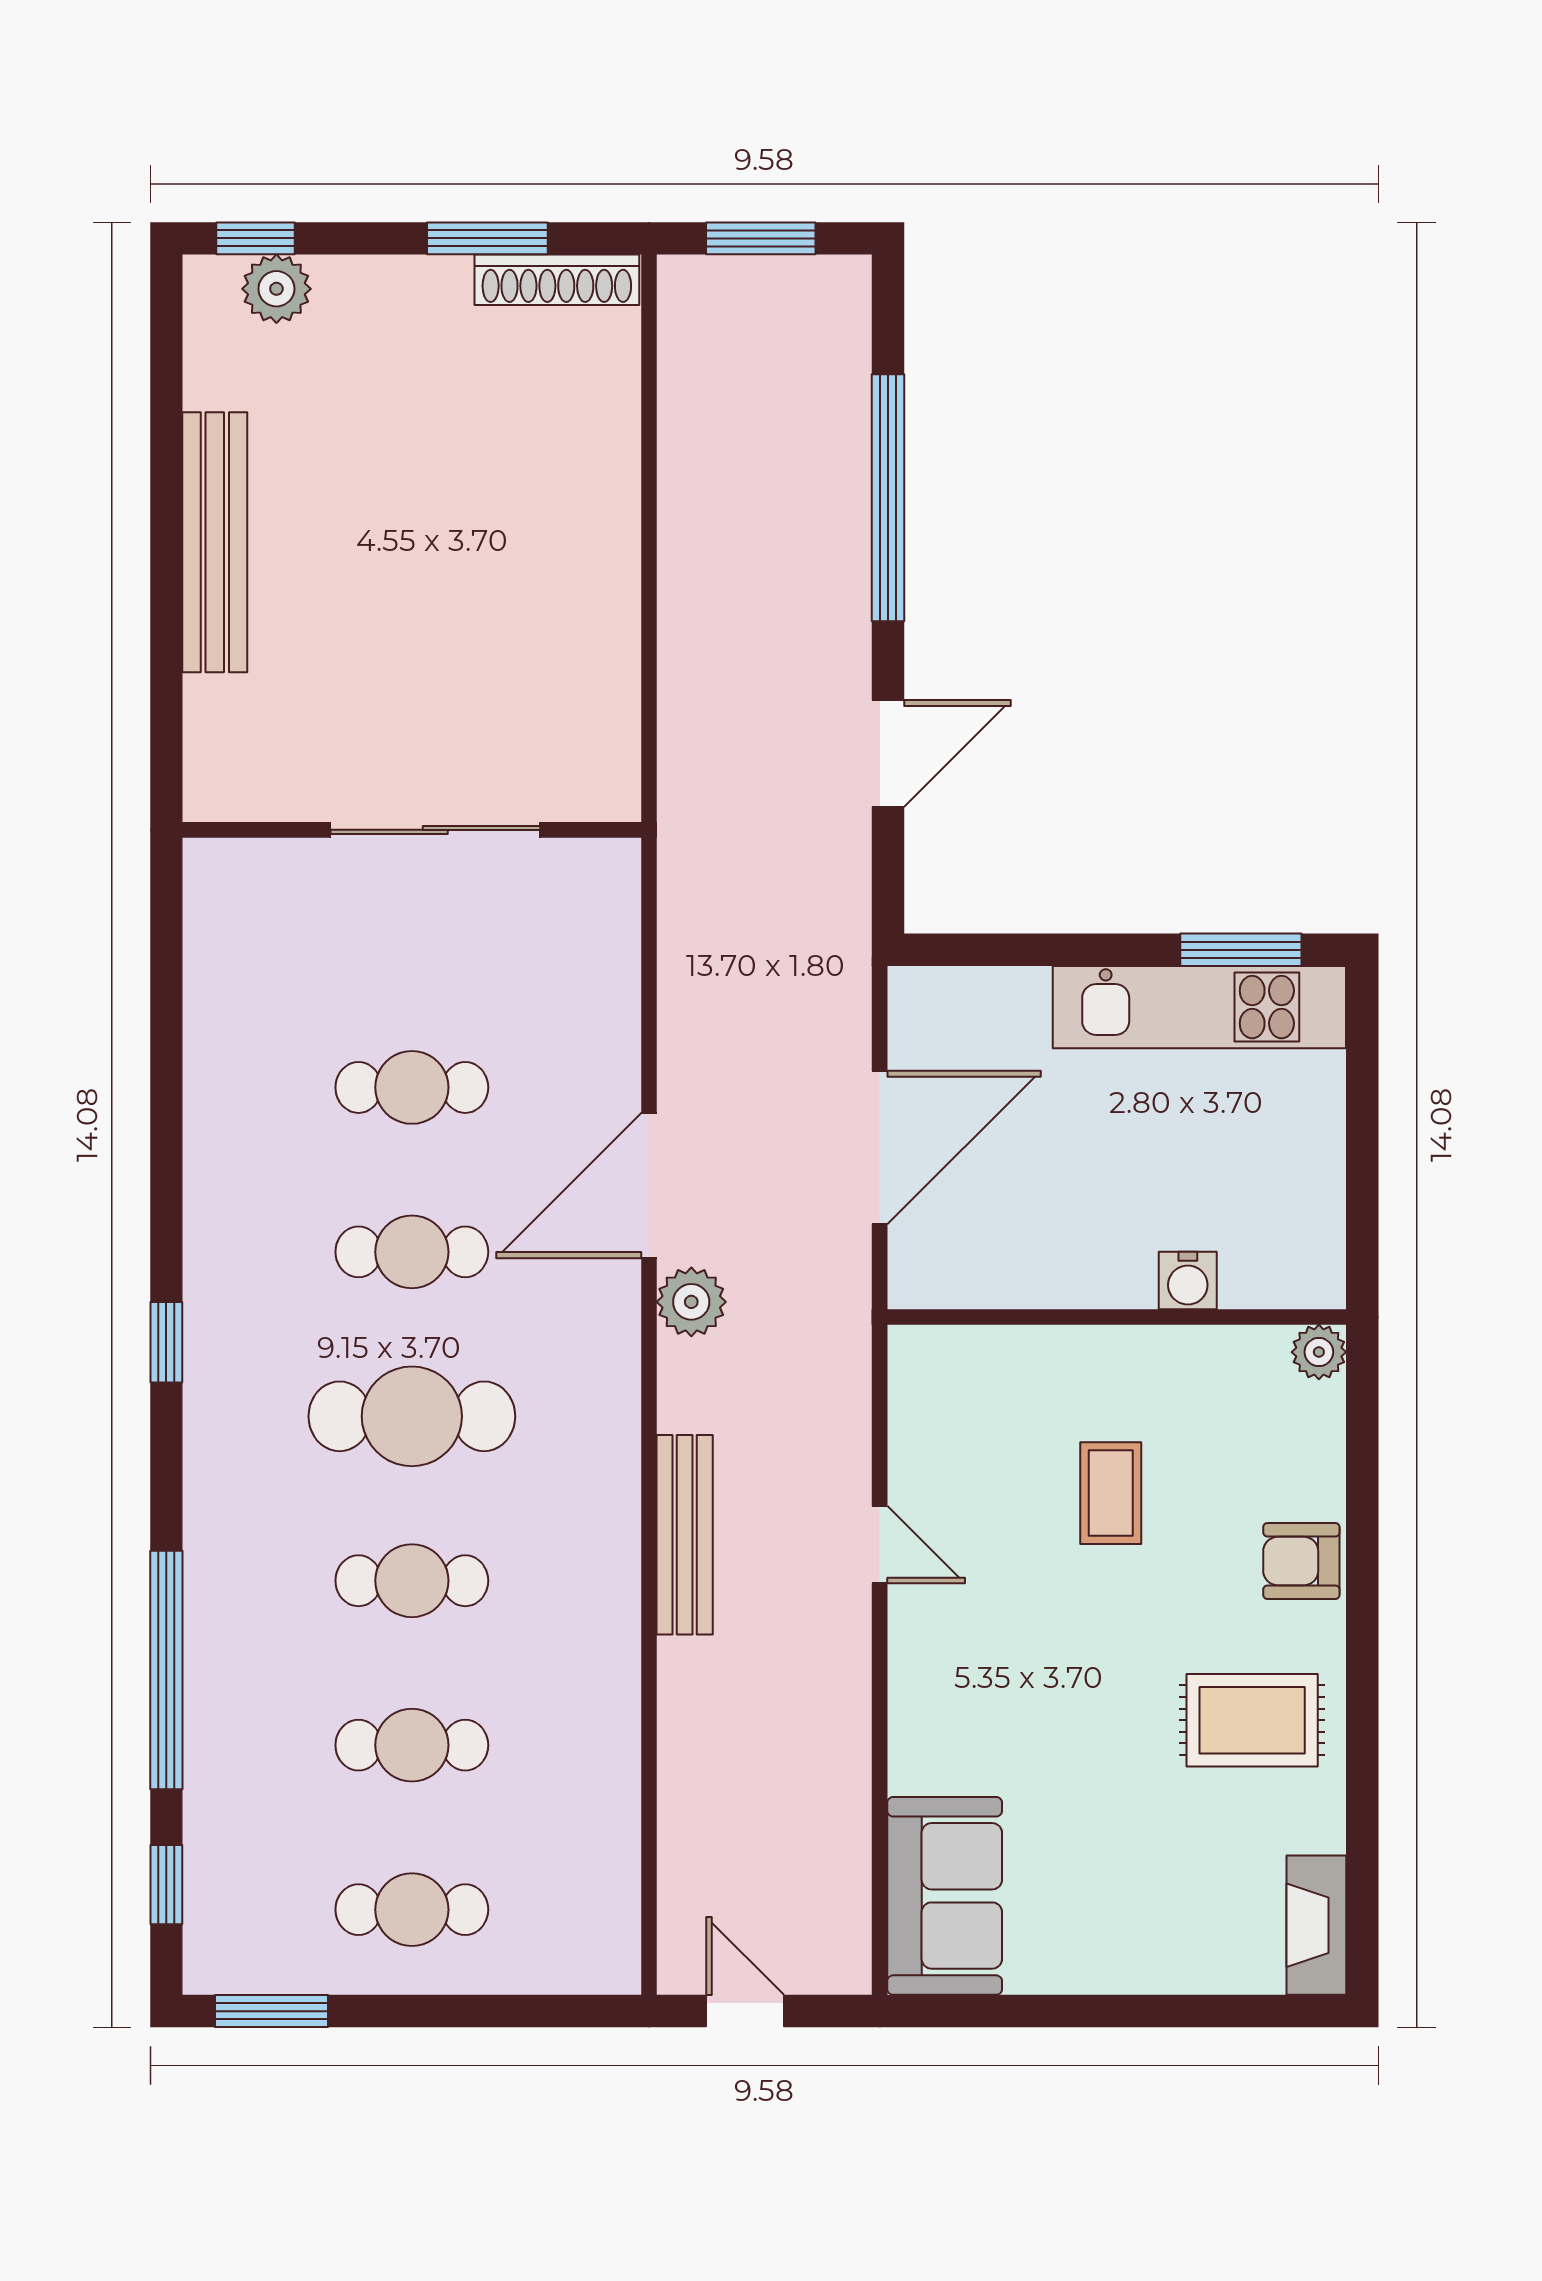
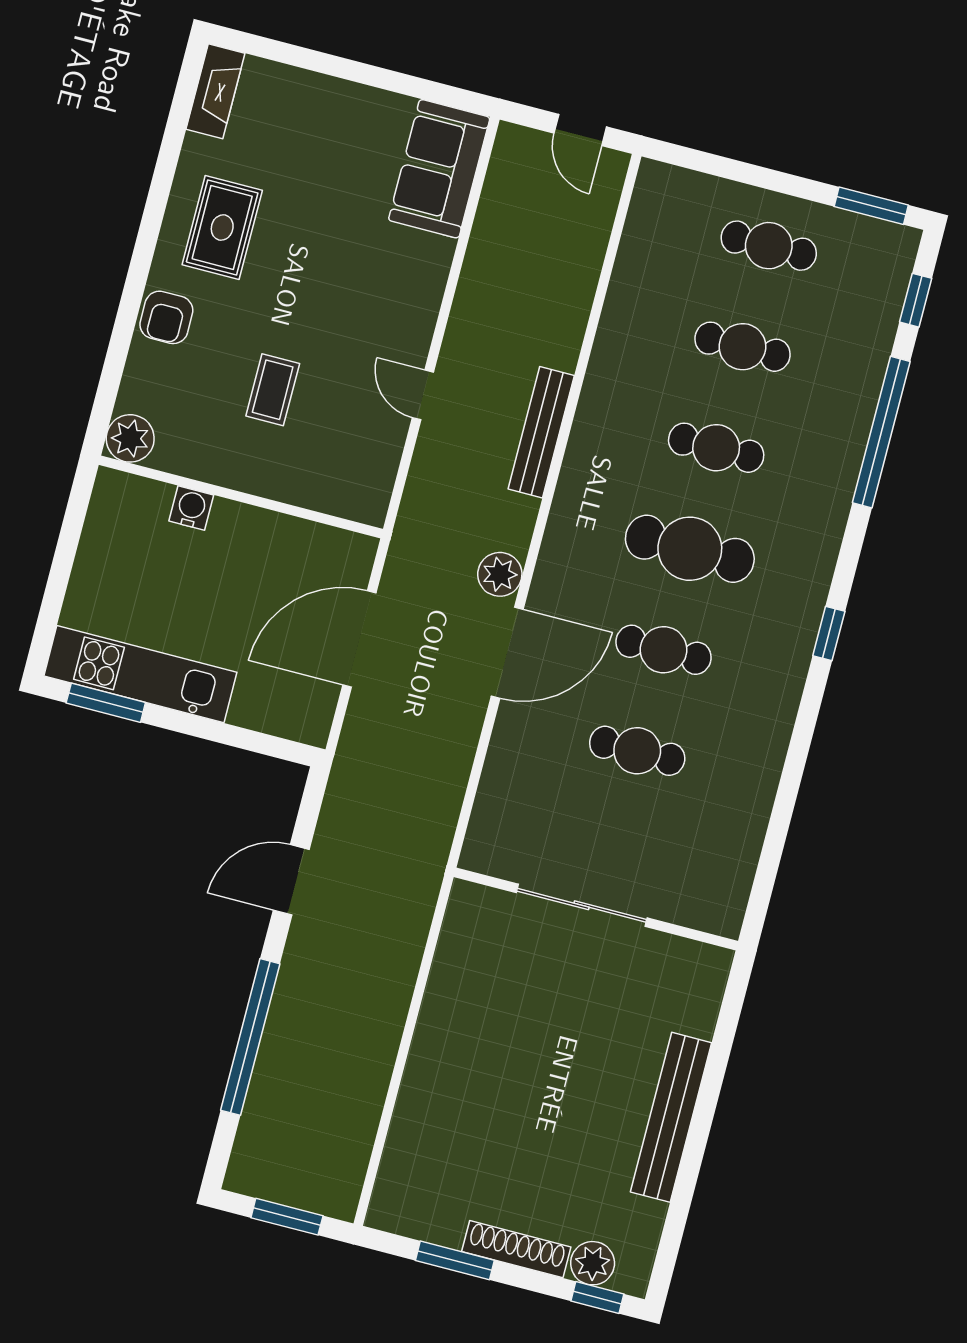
shoe rack: (557, 280) -> (516, 1249), moved
plant: (1319, 1352) -> (130, 438), width x1.38, depth x1.38
armchair: (1301, 1561) -> (166, 317), turned 90
rug: (1252, 1720) -> (222, 228), turned 90

